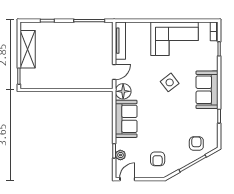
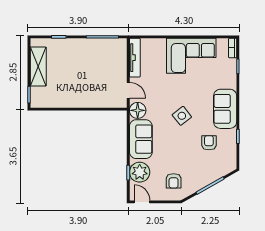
door: (114, 72) -> (128, 90), hinge flipped
side table: (170, 82) -> (182, 116), moved
armchair: (196, 144) -> (209, 143), moved
plant: (120, 155) -> (140, 172), width x1.87, depth x1.87
door: (127, 179) -> (142, 202), hinge flipped

